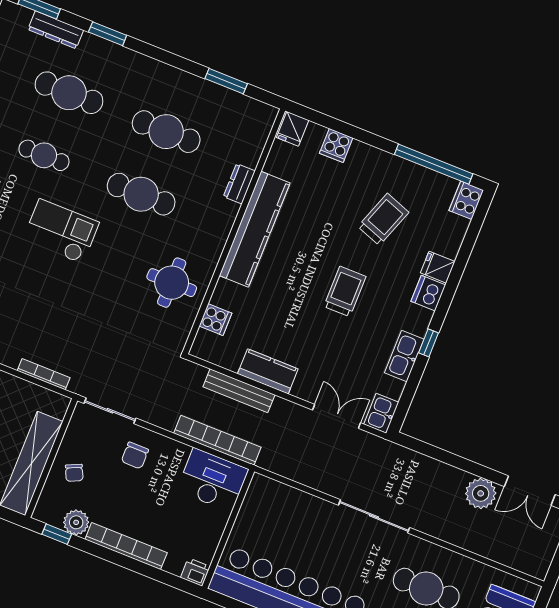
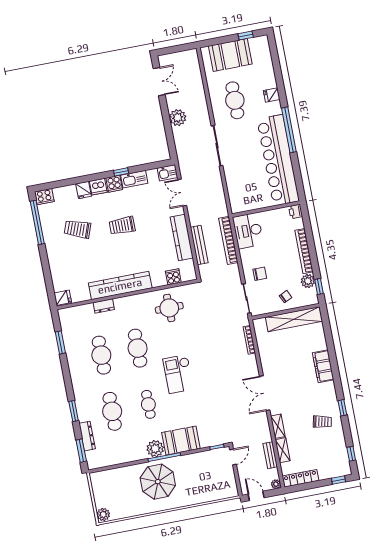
cooker: (336, 146) -> (114, 184), moved, turned 90
kitchen counter: (268, 371) -> (182, 237), width x1.50
plant: (481, 493) -> (178, 118), moved

